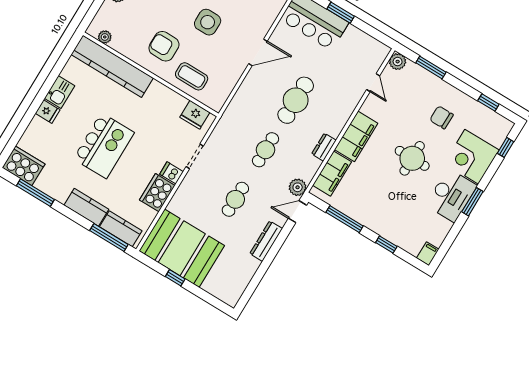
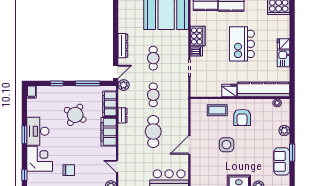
armchair: (164, 46) -> (242, 117), turned 90
fridge: (195, 115) -> (229, 90), moved
round table: (412, 158) -> (75, 115), moved, turned 31

